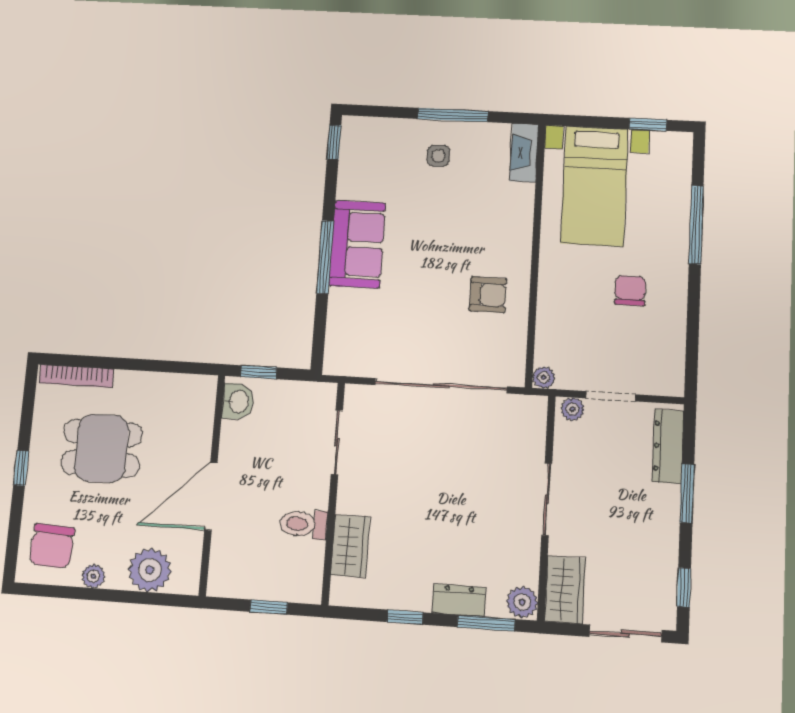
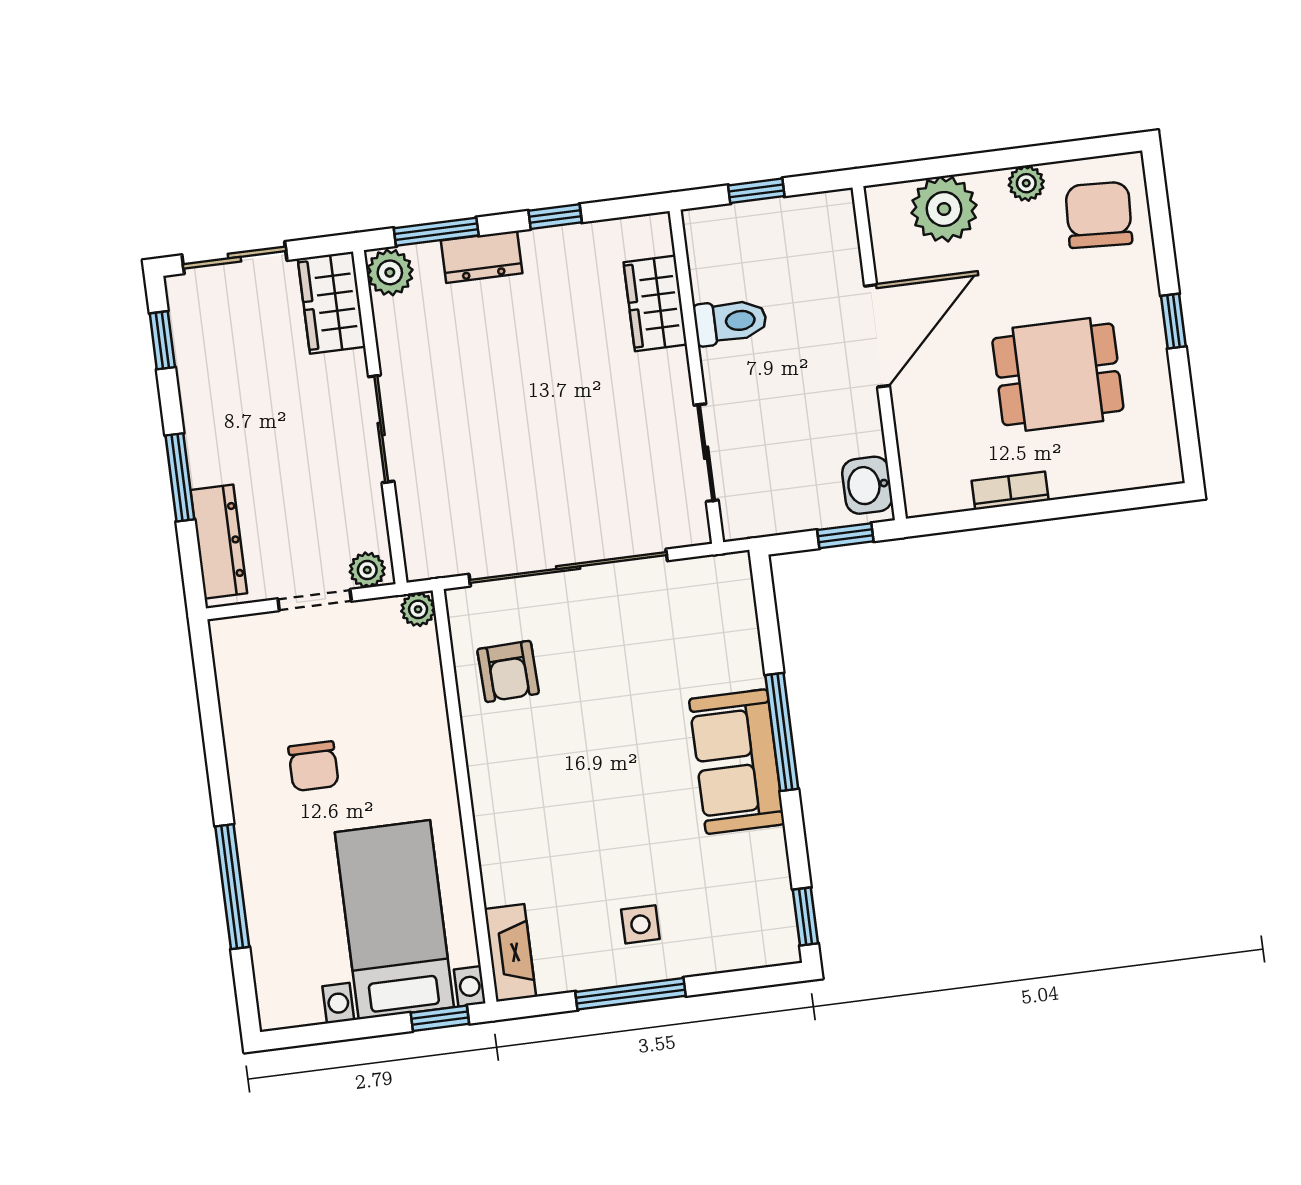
window: (648, 124) -> (440, 1018), moved
armchair: (488, 295) -> (508, 671), moved, turned -92
bookcase: (76, 376) -> (1010, 491), moved, width x0.64

